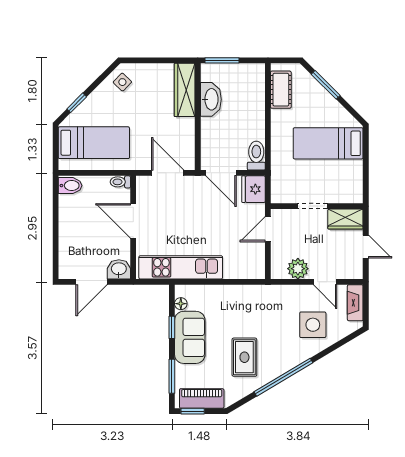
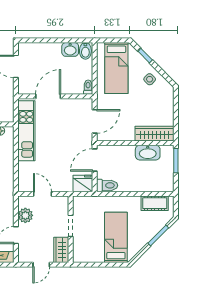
side table: (122, 82) -> (150, 79), moved
door: (133, 221) -> (48, 96), moved
door: (268, 229) -> (43, 194), moved
washbasin: (119, 269) -> (70, 49), moved, turned 90

